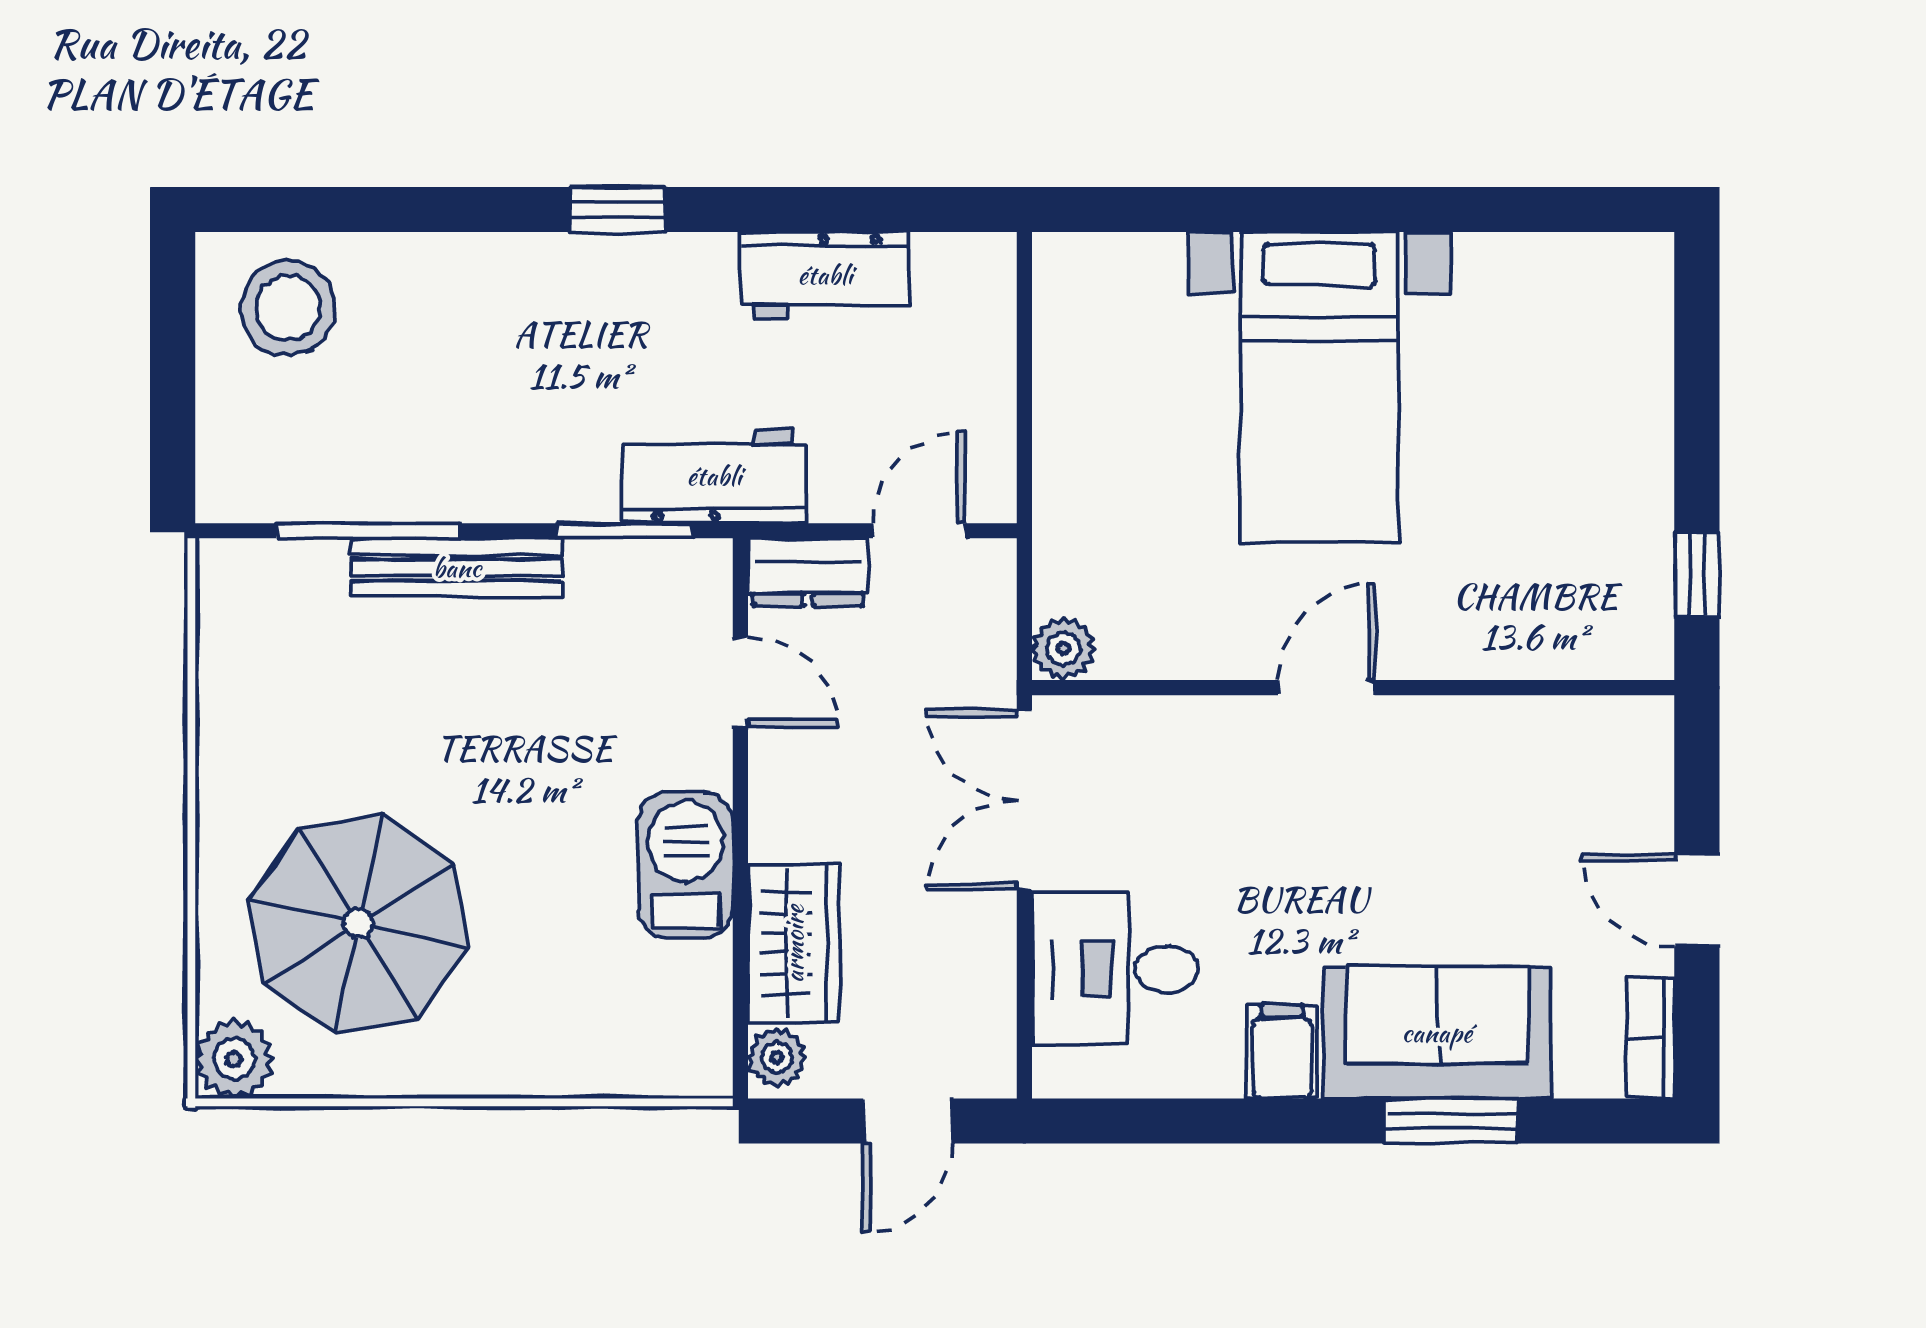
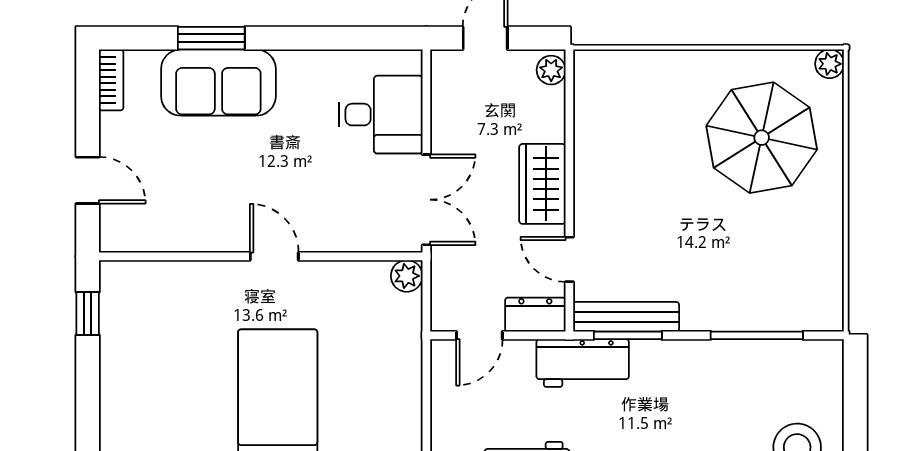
bench: (457, 568) -> (626, 317), moved
door: (1326, 688) -> (274, 256), swing flipped
barbecue: (686, 865) -> (597, 167), removed
door: (1697, 900) -> (88, 180), moved
wardrobe: (794, 944) -> (542, 184), moved
filing cabinet: (1282, 1052) -> (296, 73), removed
plant: (234, 1059) -> (830, 64), width x0.73, depth x0.73

